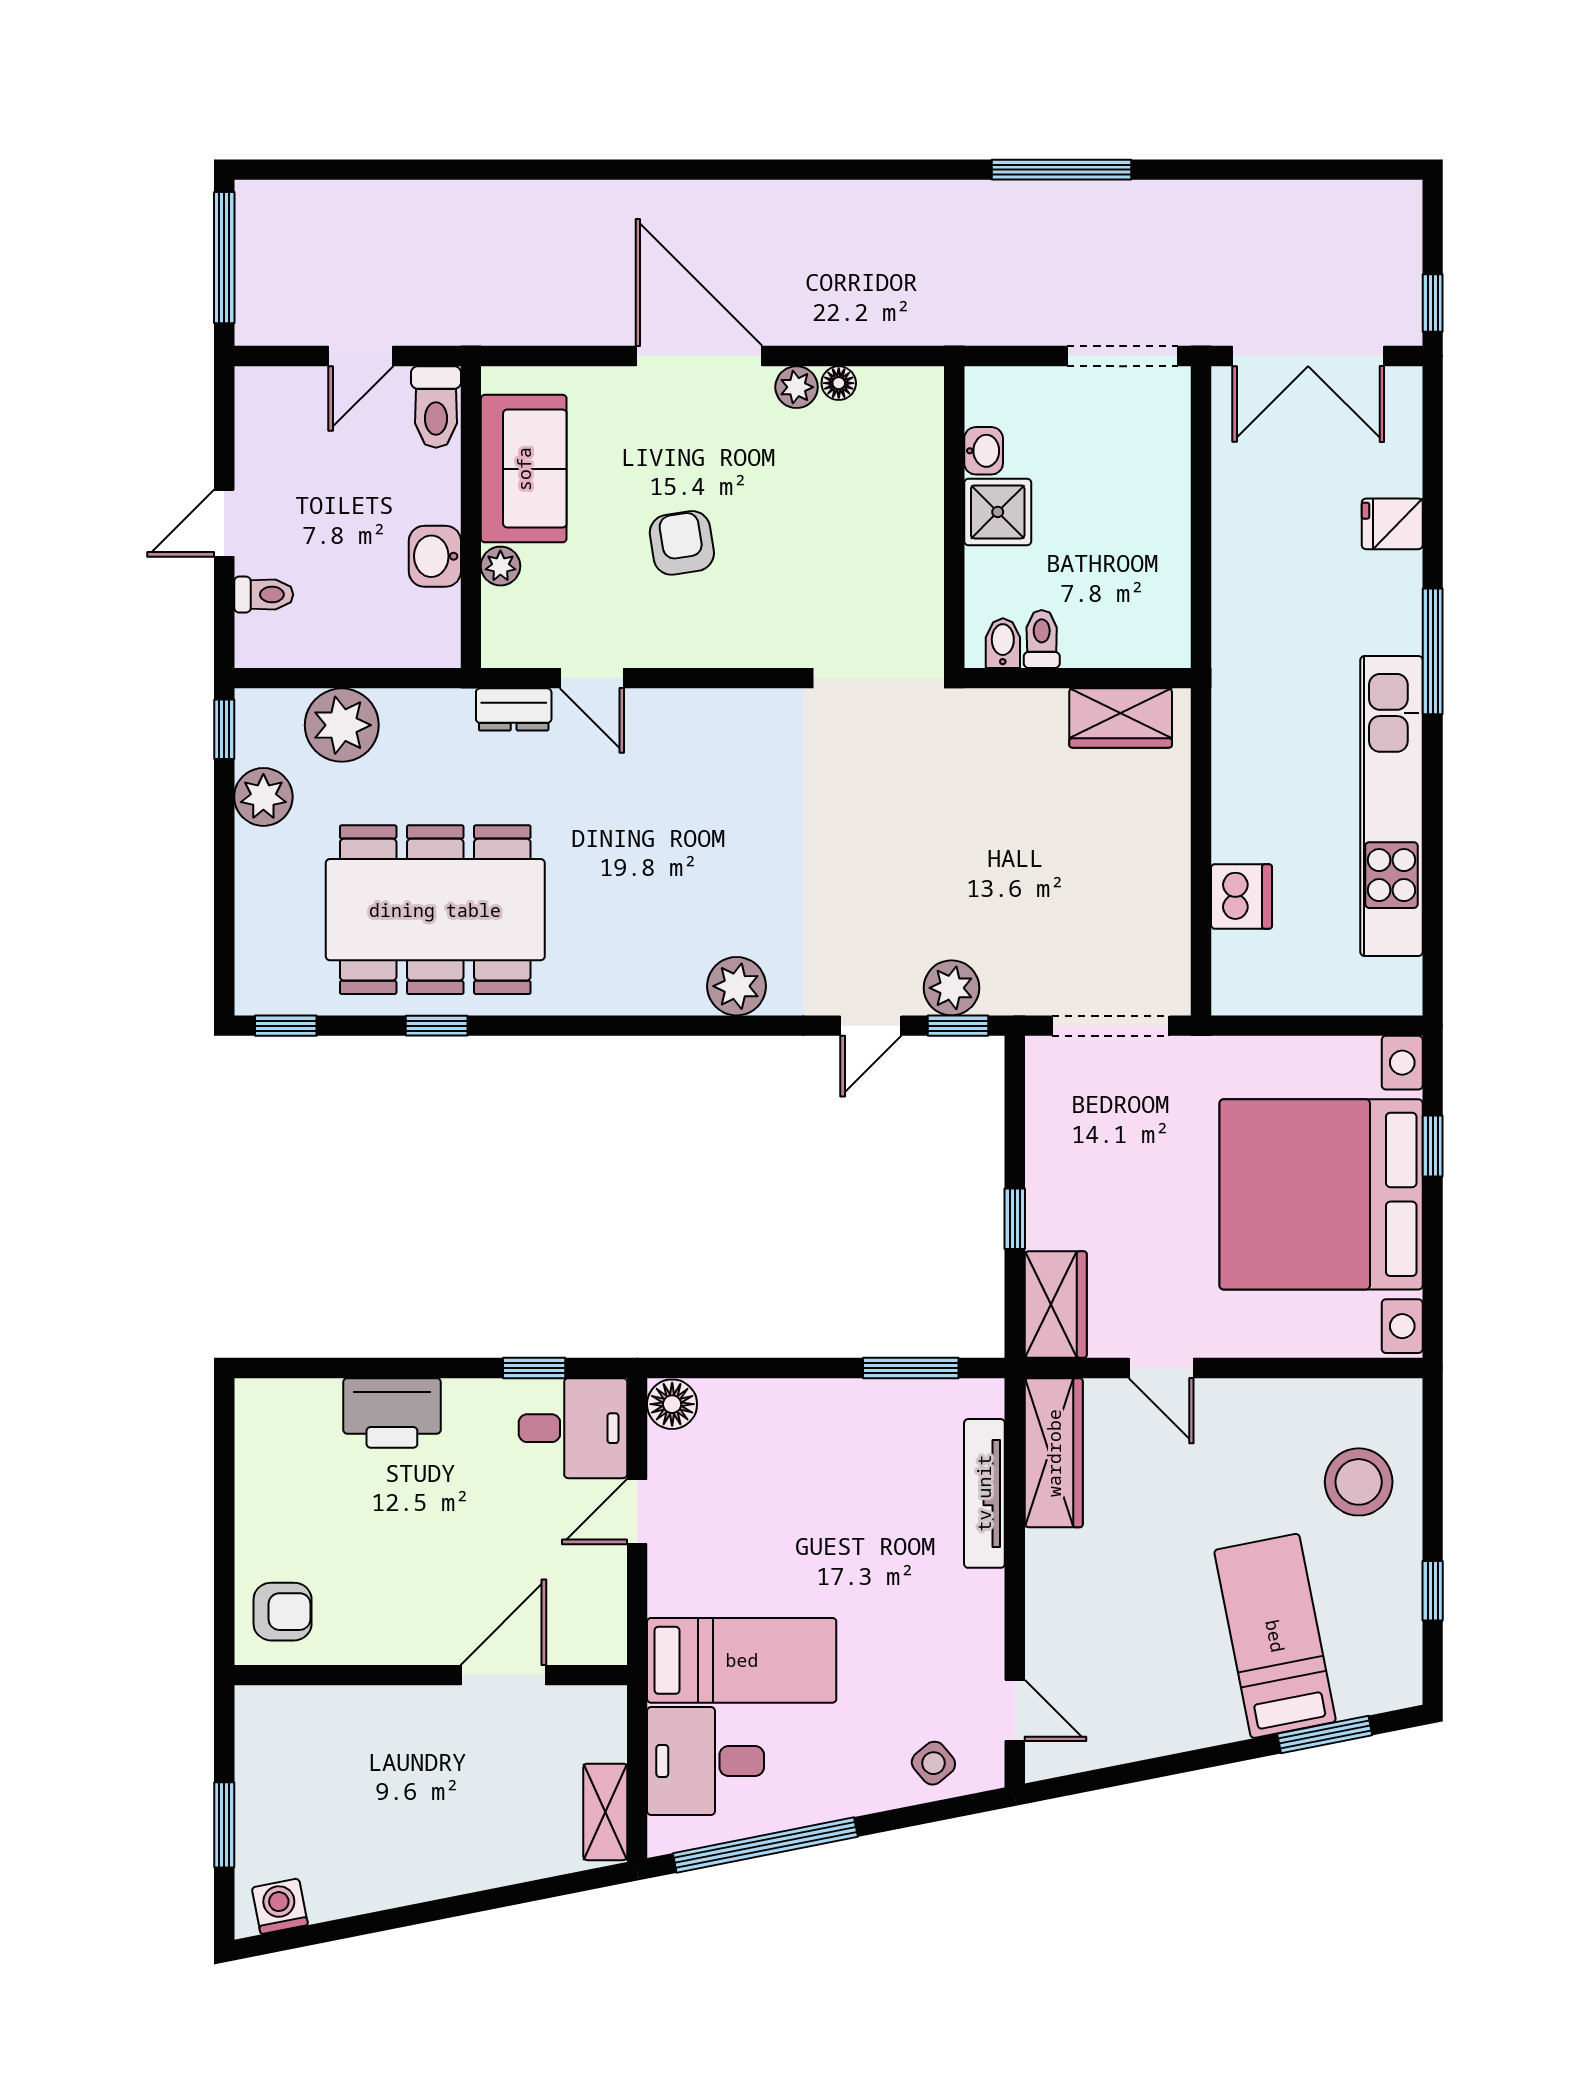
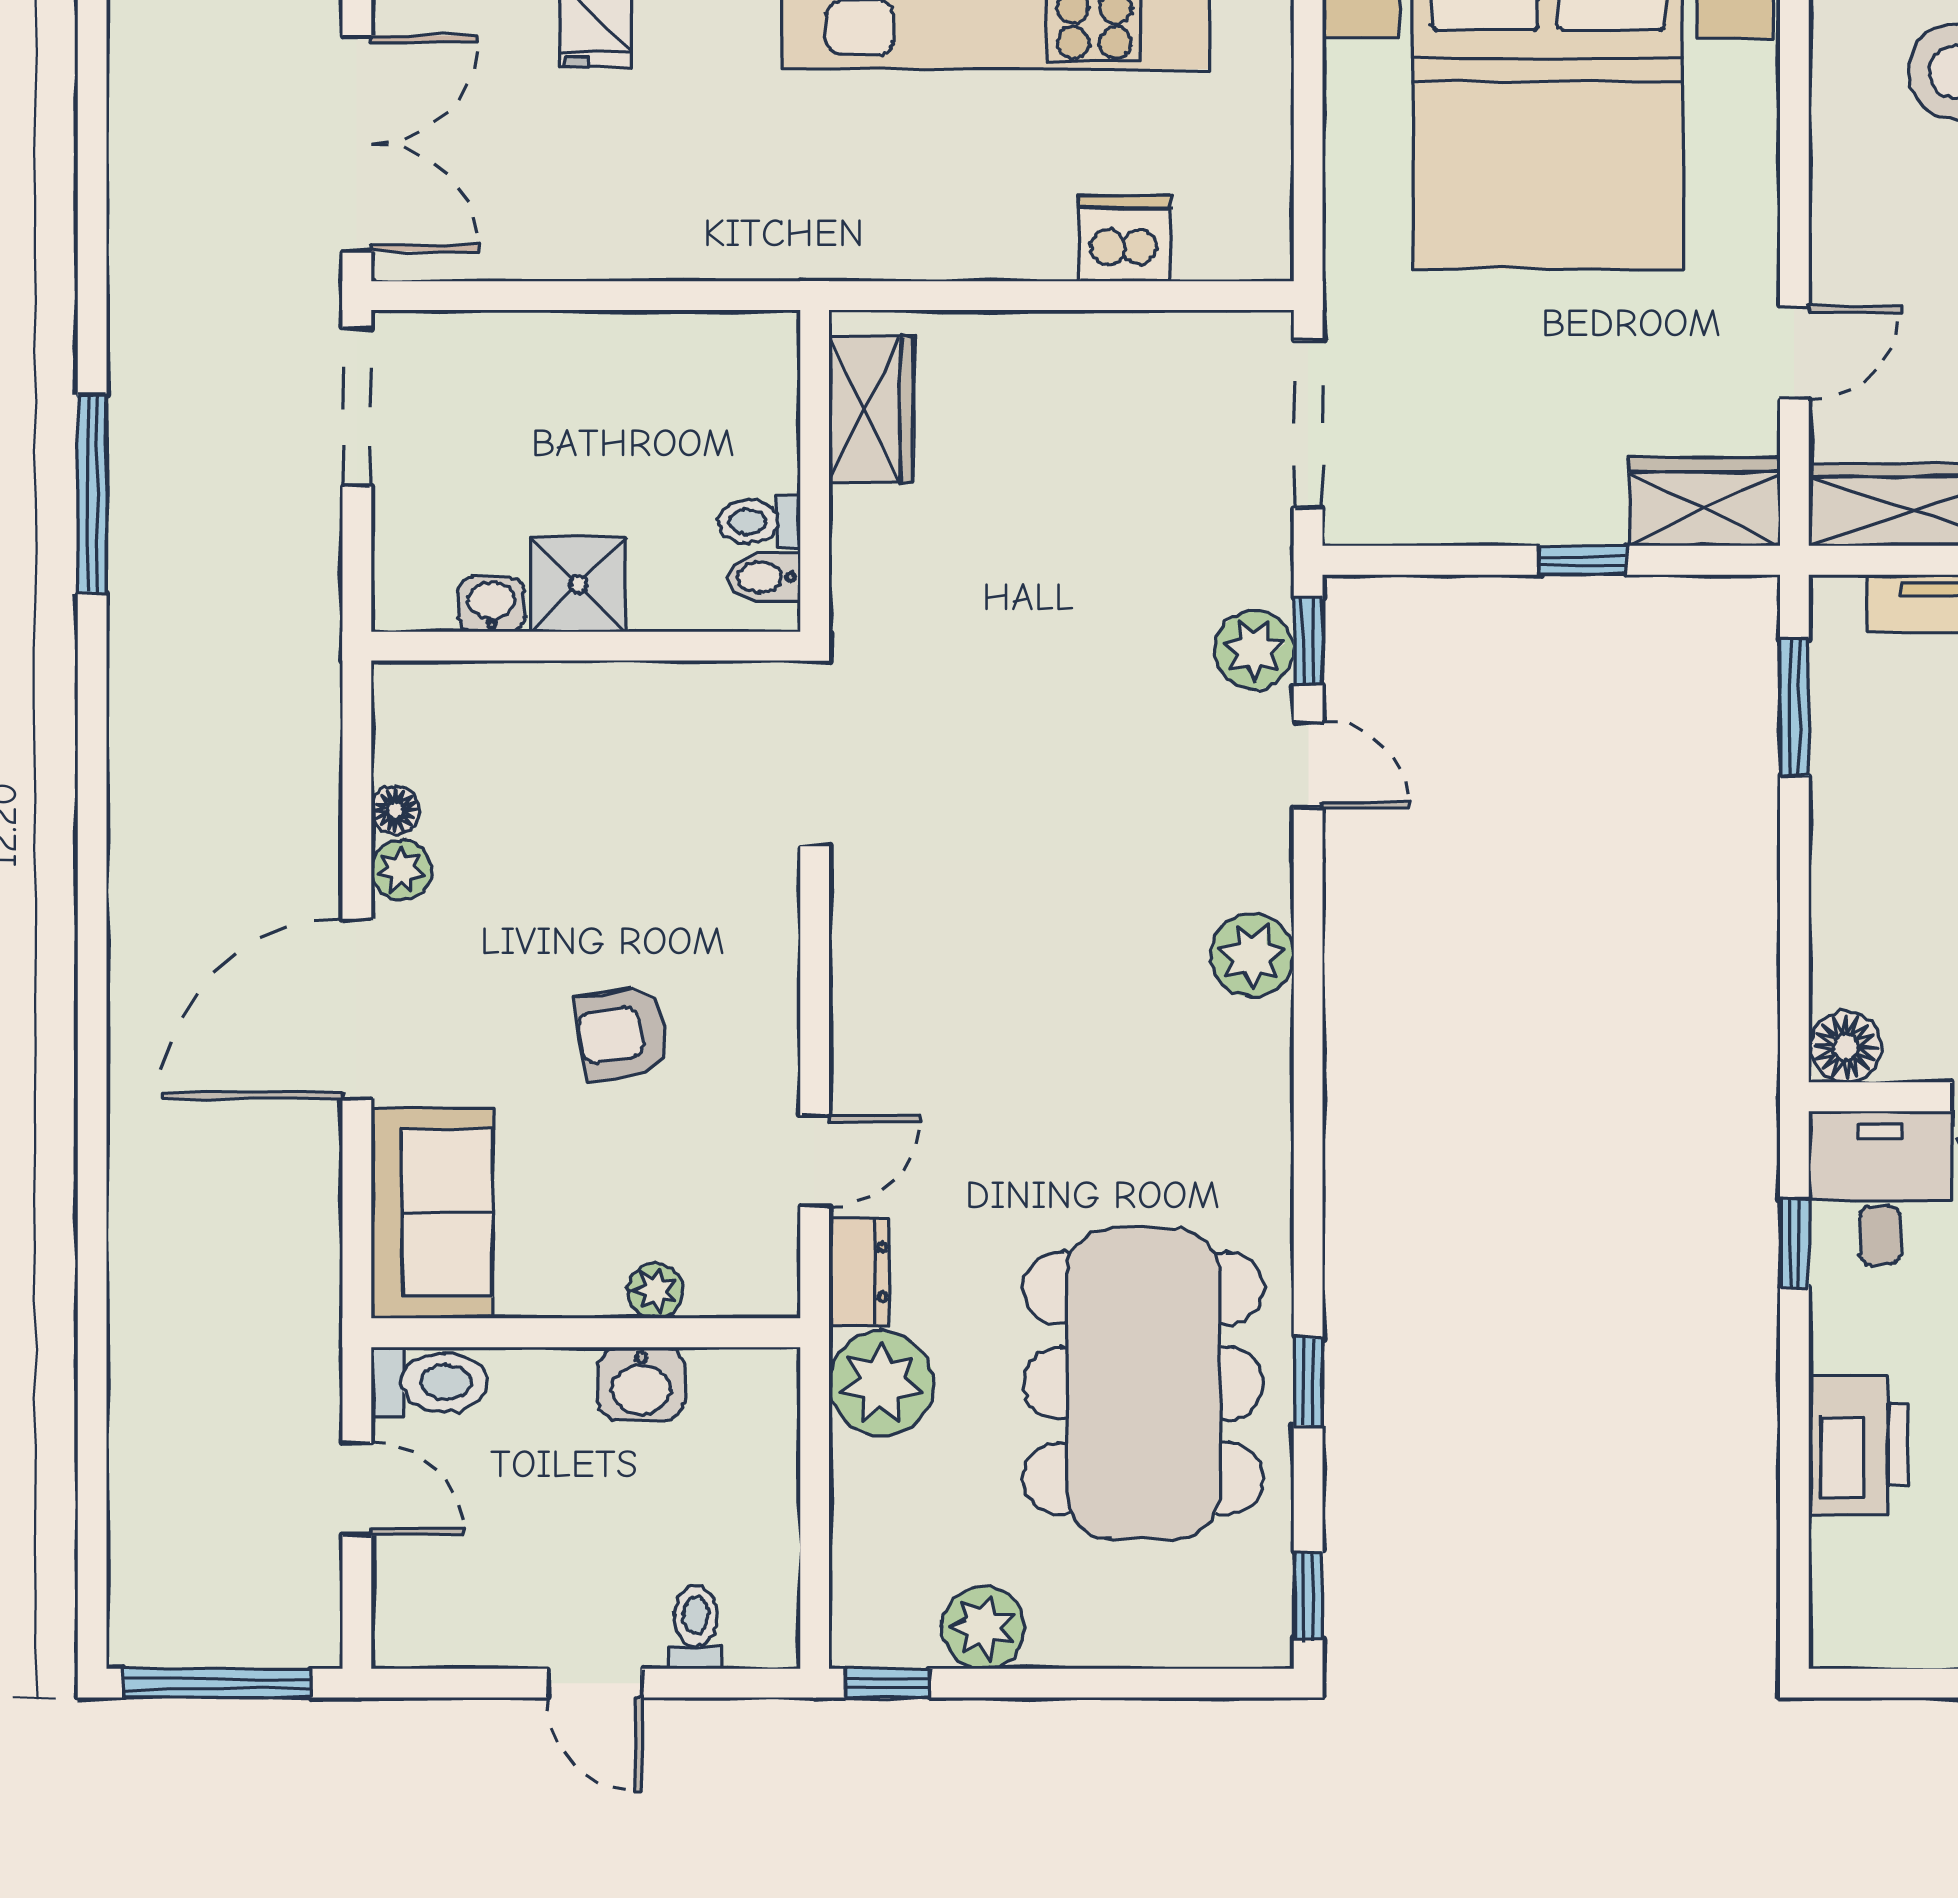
sofa: (524, 469) -> (432, 1213), moved, turned 90
plant: (342, 725) -> (881, 1384), moved

